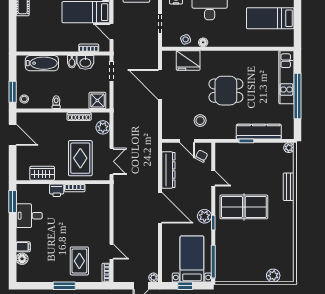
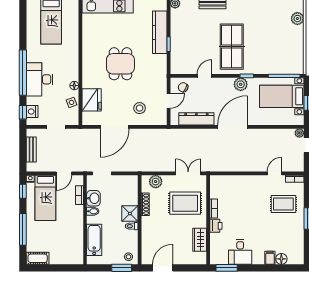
shower: (97, 100) -> (130, 213), moved
stool: (200, 121) -> (140, 108), moved

